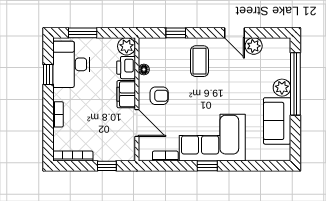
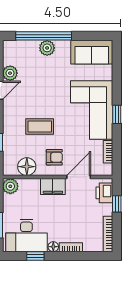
coffee table: (200, 61) -> (40, 127), moved
printer: (126, 68) -> (104, 193), moved, turned 90
floor lamp: (144, 69) -> (27, 167), width x1.89, depth x1.89
floor lamp: (59, 95) -> (53, 247), added
armchair: (159, 96) -> (54, 157), turned 90
sofa: (277, 121) -> (92, 52), moved

